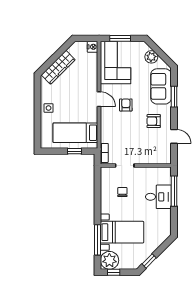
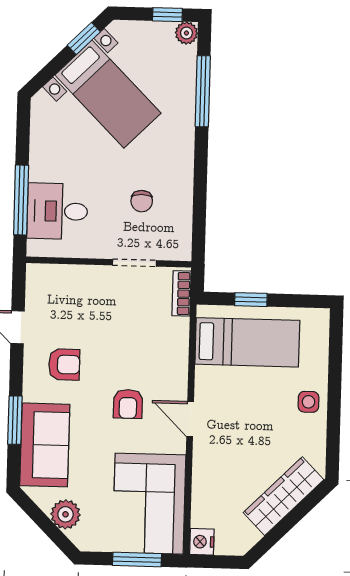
desk: (158, 197) -> (57, 211), moved
bed with nightstands: (122, 232) -> (108, 94), moved, turned -135
plant: (109, 260) -> (186, 33), width x0.53, depth x0.53

